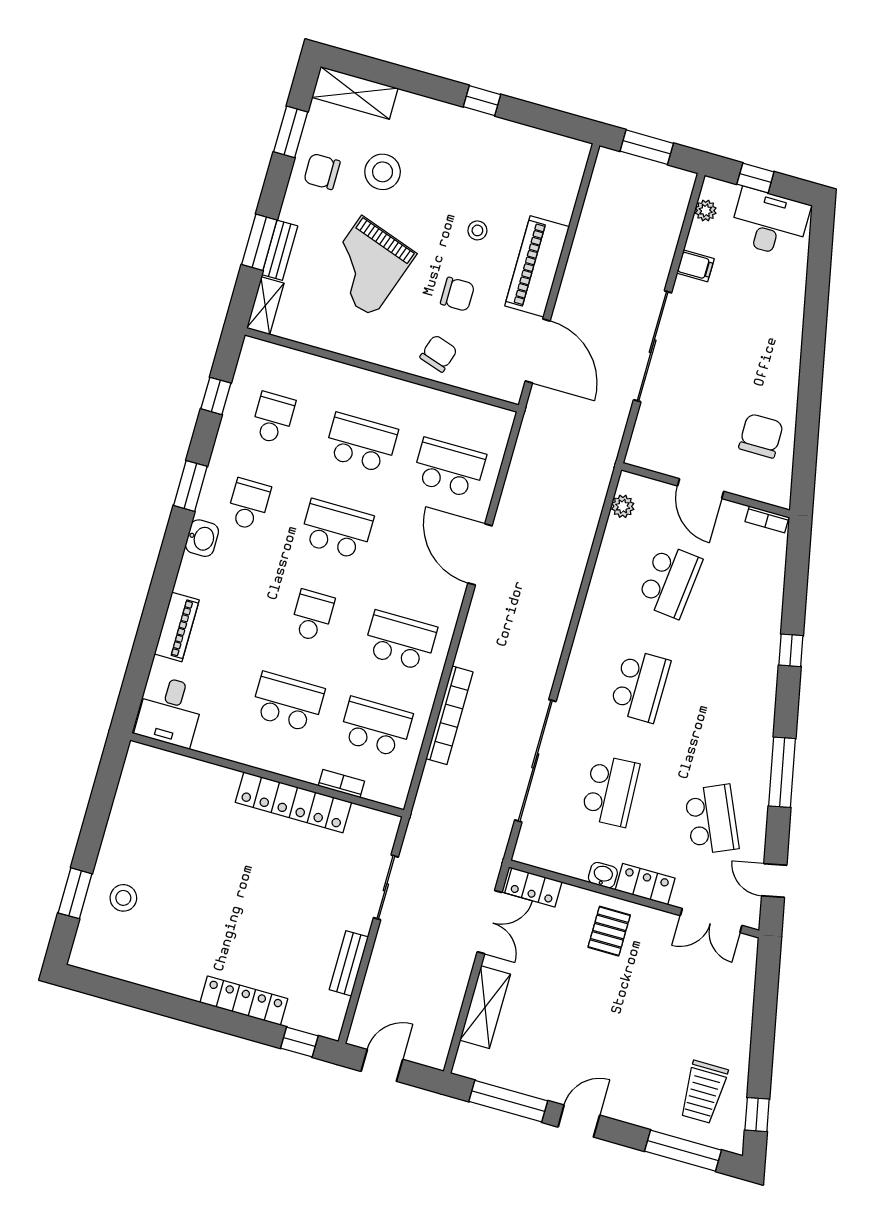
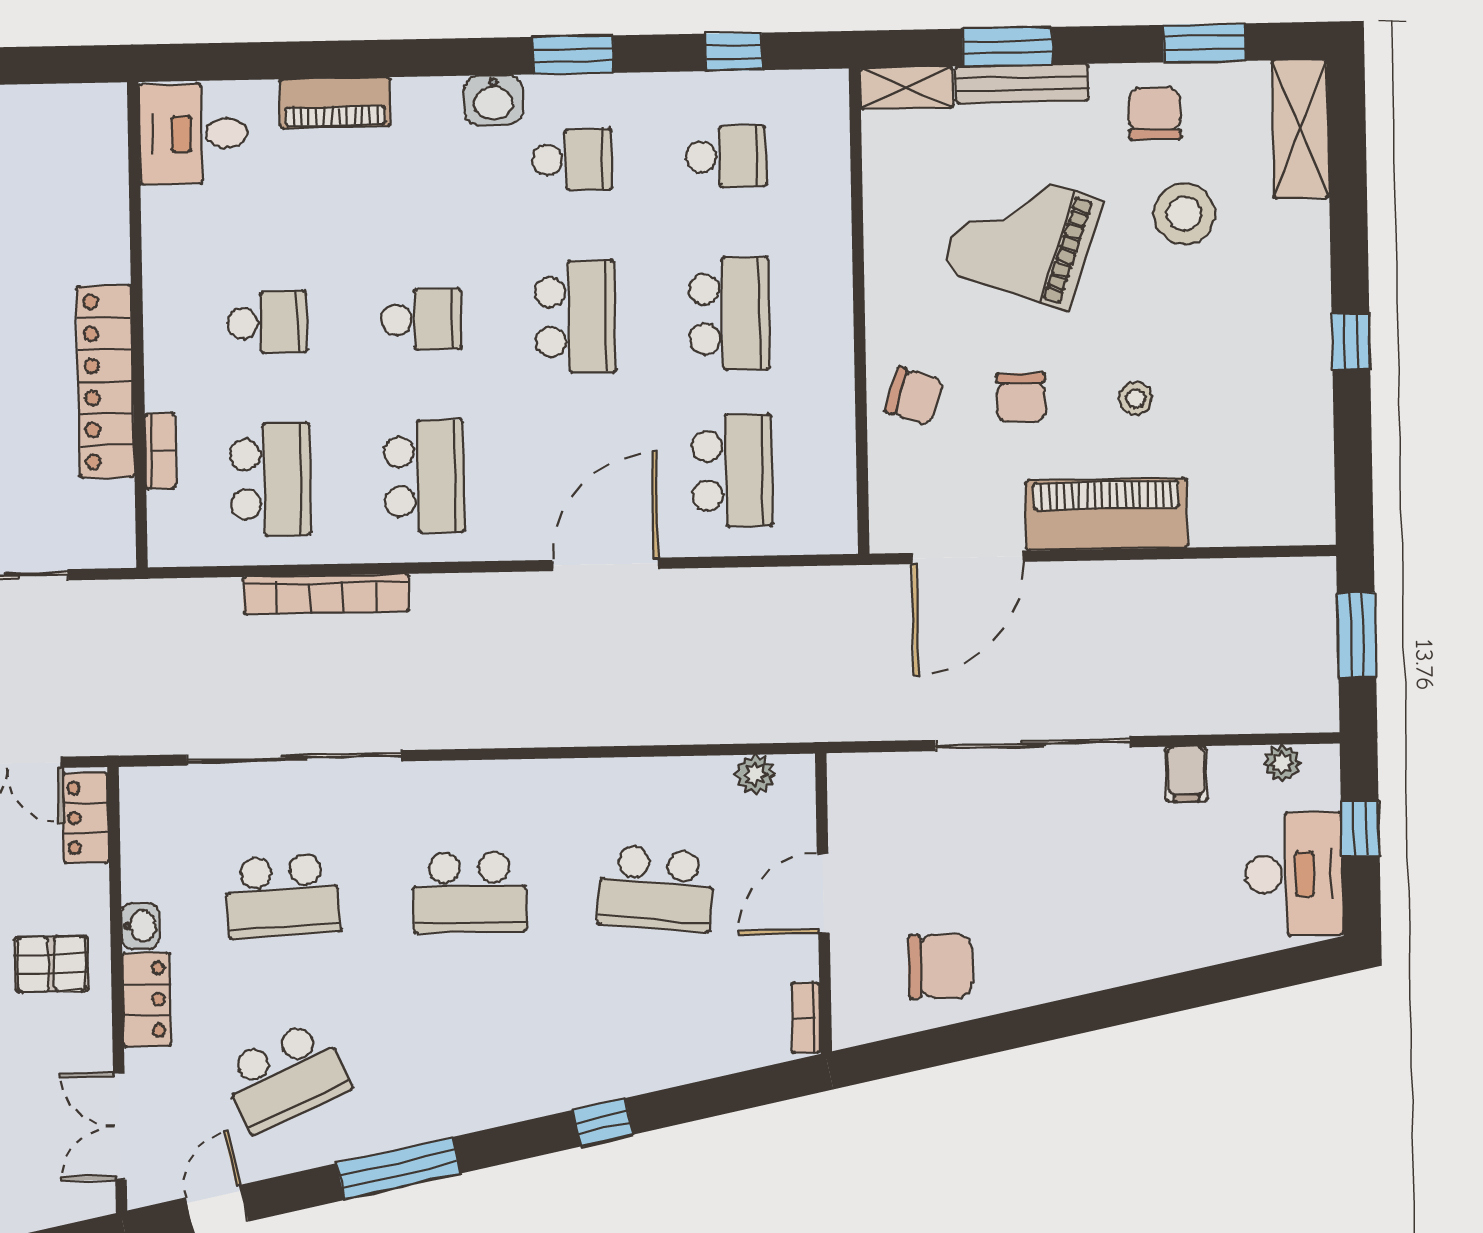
bench: (280, 250) -> (1022, 84), width x1.36
school desk: (288, 702) -> (267, 322), width x0.54

